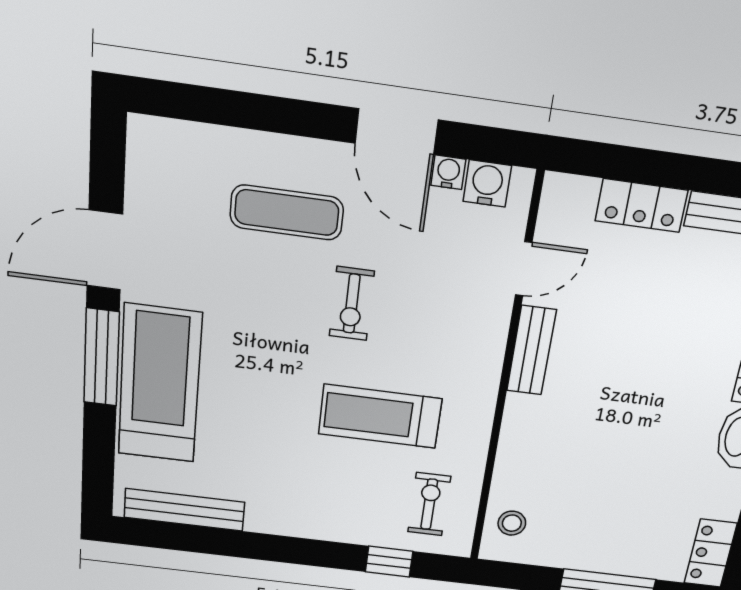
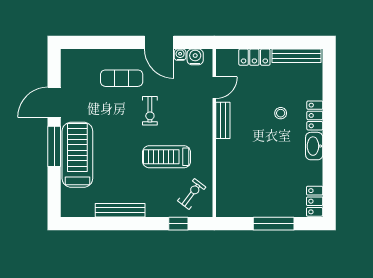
exercise bike: (429, 504) -> (192, 194), turned 37
bench: (184, 510) -> (120, 210), moved
stool: (512, 523) -> (281, 113), moved

